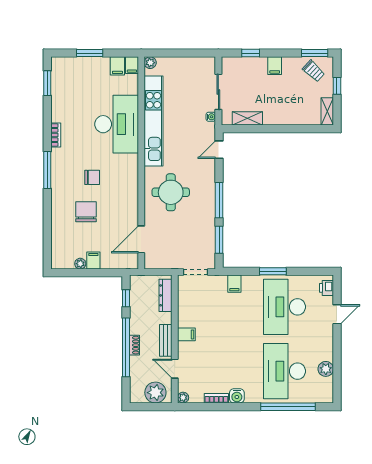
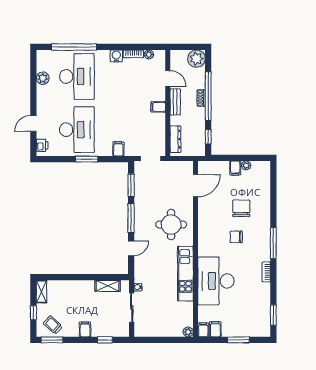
kitchen unit: (153, 121) -> (185, 274), width x0.73
door: (219, 150) -> (131, 248), moved
chair: (86, 212) -> (241, 208), turned 180
plant: (155, 393) -> (196, 59), moved
plant: (183, 398) -> (149, 55), moved

